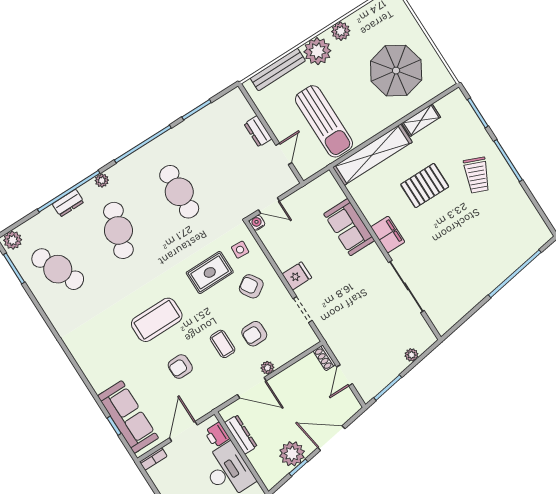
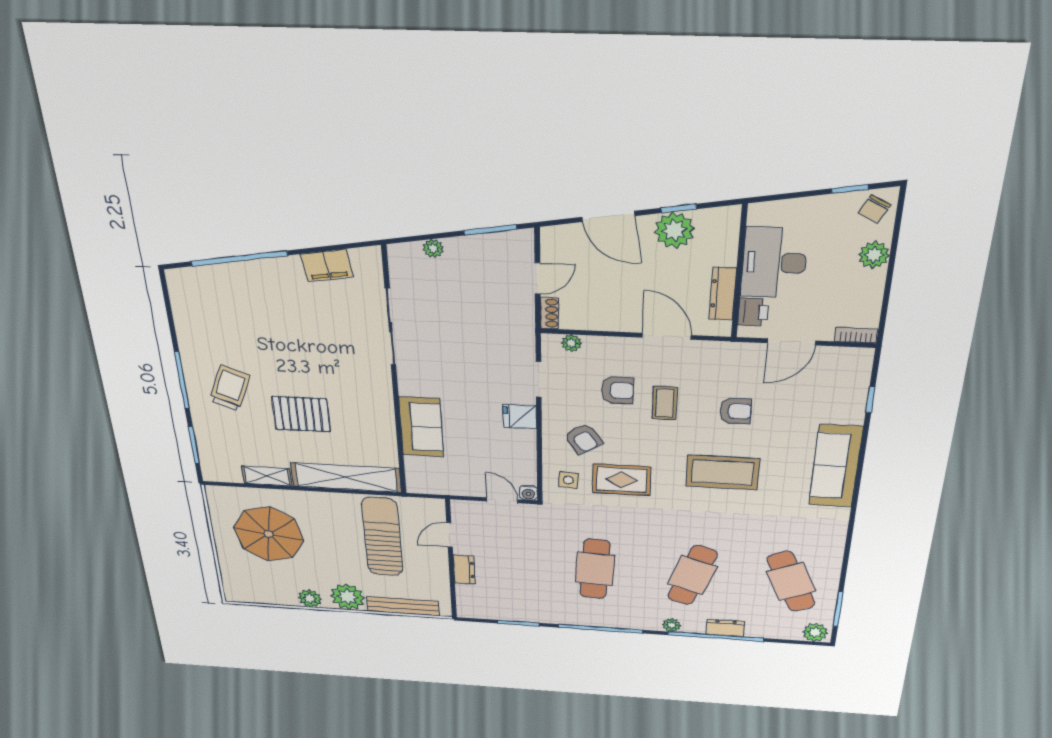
filing cabinet: (388, 235) -> (327, 266), moved, turned -99
plant: (267, 368) -> (571, 343), moved
sofa: (128, 417) -> (836, 466), moved

